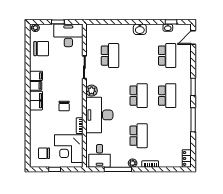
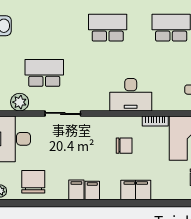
plant: (92, 91) -> (20, 102), moved
filing cabinet: (36, 101) -> (136, 190), moved
desk: (99, 115) -> (131, 95), width x0.73, depth x0.77

